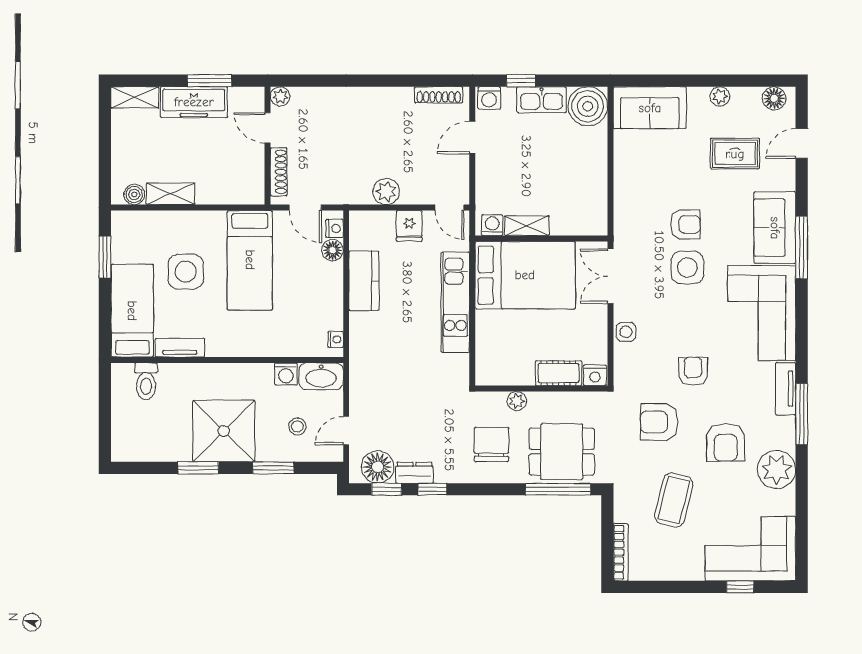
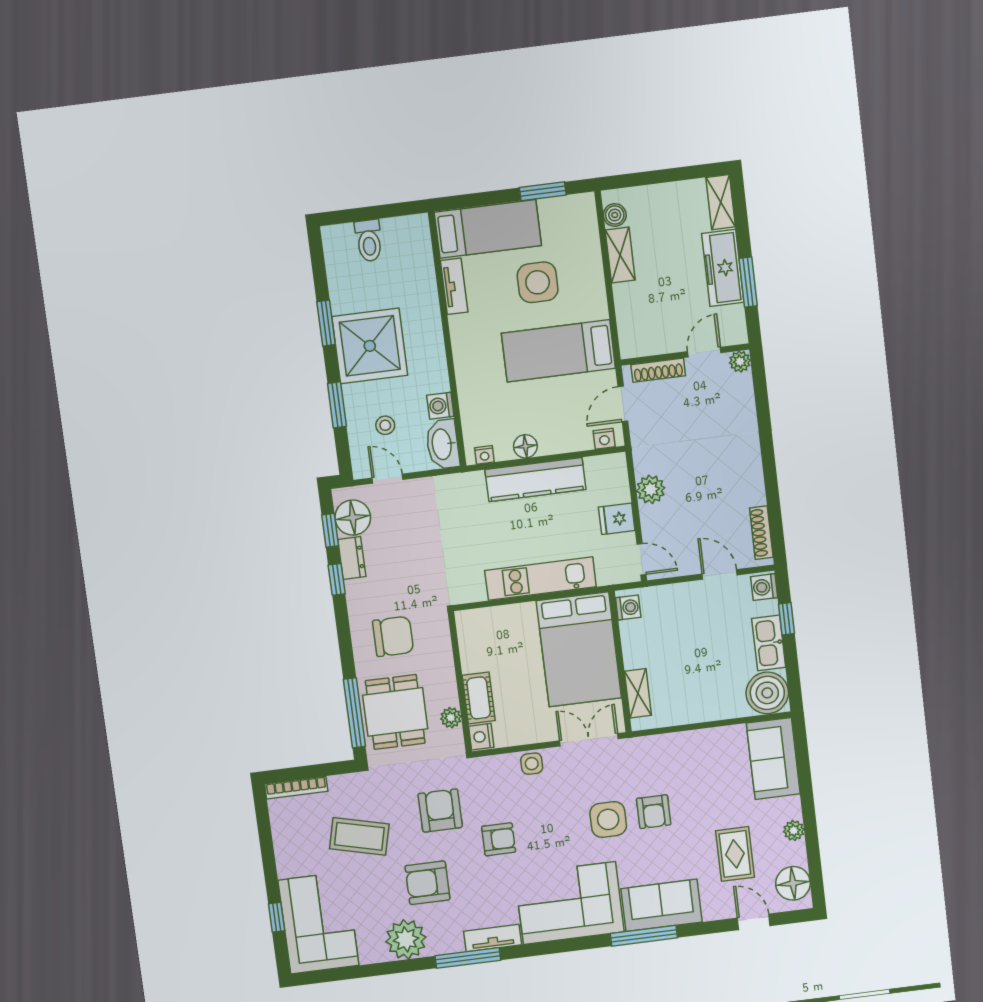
floor lamp: (774, 98) -> (793, 883), width x1.38, depth x1.38
door: (449, 208) -> (641, 559), swing flipped
shelving: (527, 226) -> (638, 693), moved
floor lamp: (333, 250) -> (525, 446), moved
kitchen counter: (364, 281) -> (535, 480), width x1.50
toilet: (146, 381) -> (369, 241), moved, turned -90
plant: (517, 401) -> (451, 718), moved

